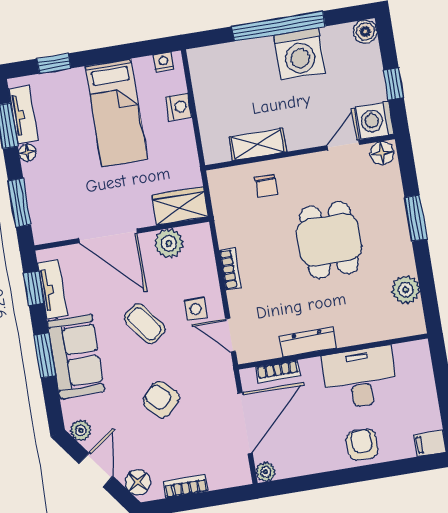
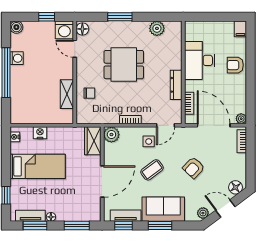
washing machine: (300, 54) -> (17, 58), width x0.53, depth x0.53
plant: (169, 243) -> (111, 135), moved
bookcase: (185, 486) -> (242, 141), moved

